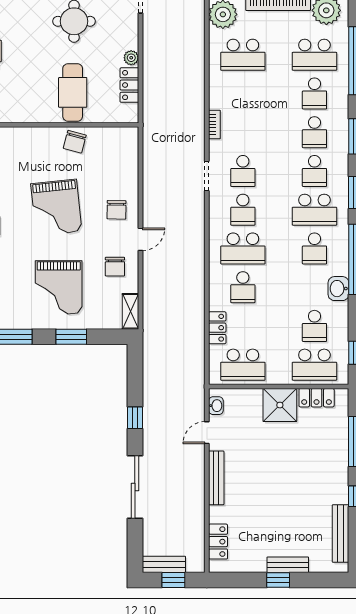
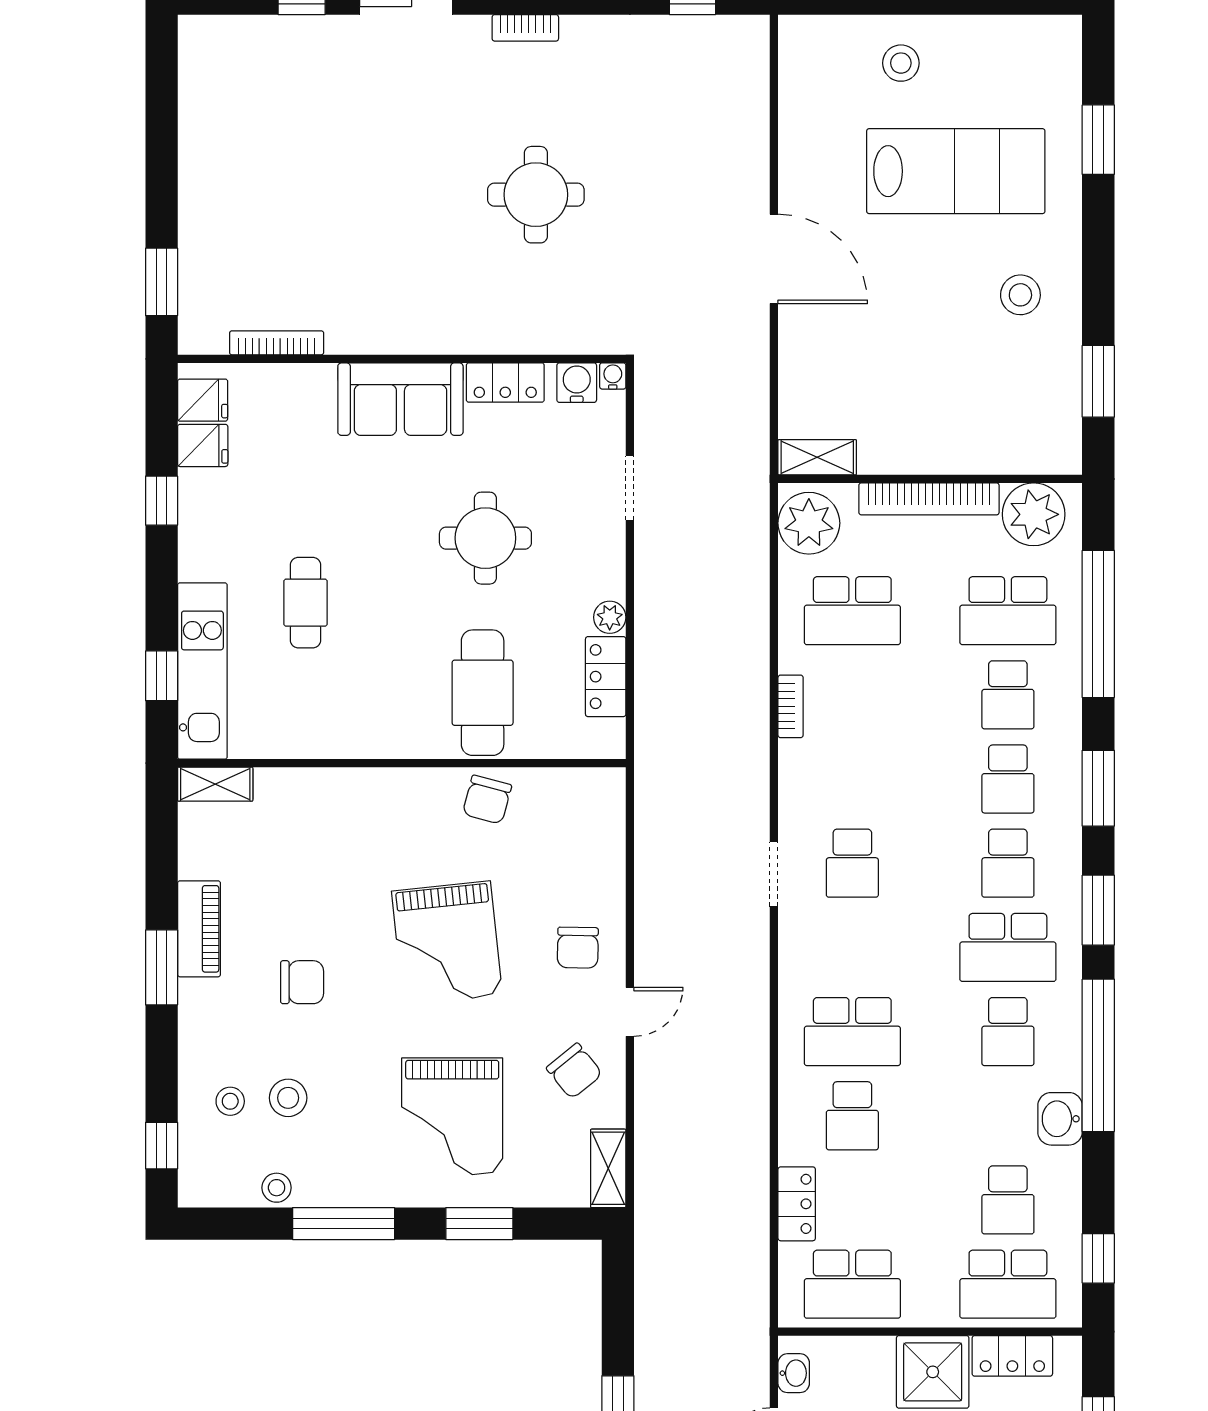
bookcase: (214, 124) -> (791, 706), moved
school desk: (243, 210) -> (852, 947), removed
chair: (115, 267) -> (574, 1071), turned -39

